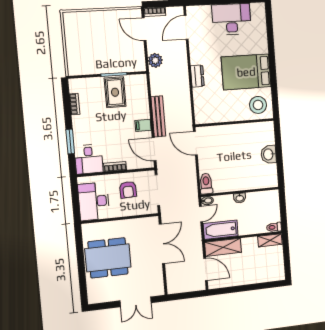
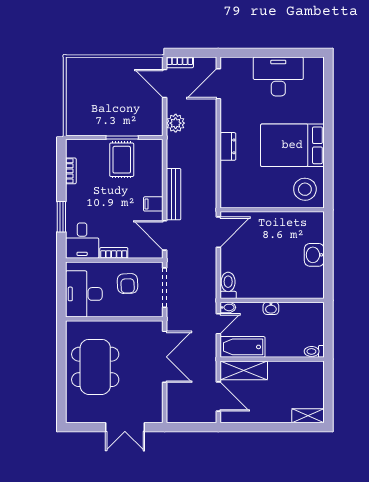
door: (195, 143) -> (218, 232), swing flipped
shelving: (270, 240) -> (308, 416), moved
dining table: (108, 258) -> (95, 367), turned 90

